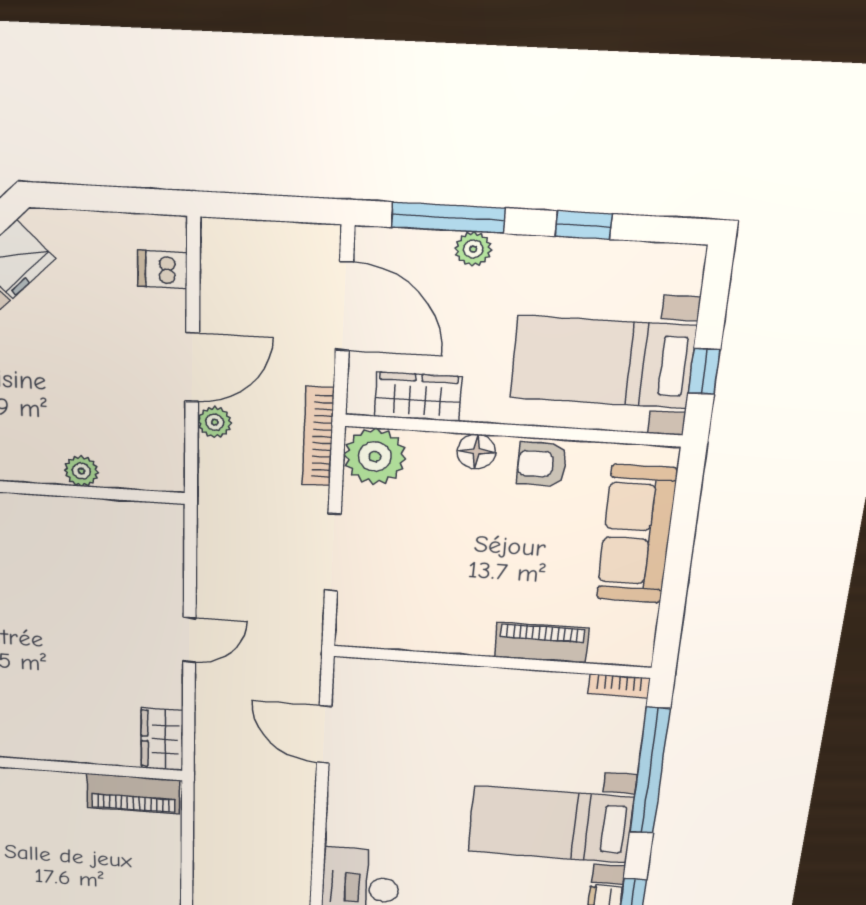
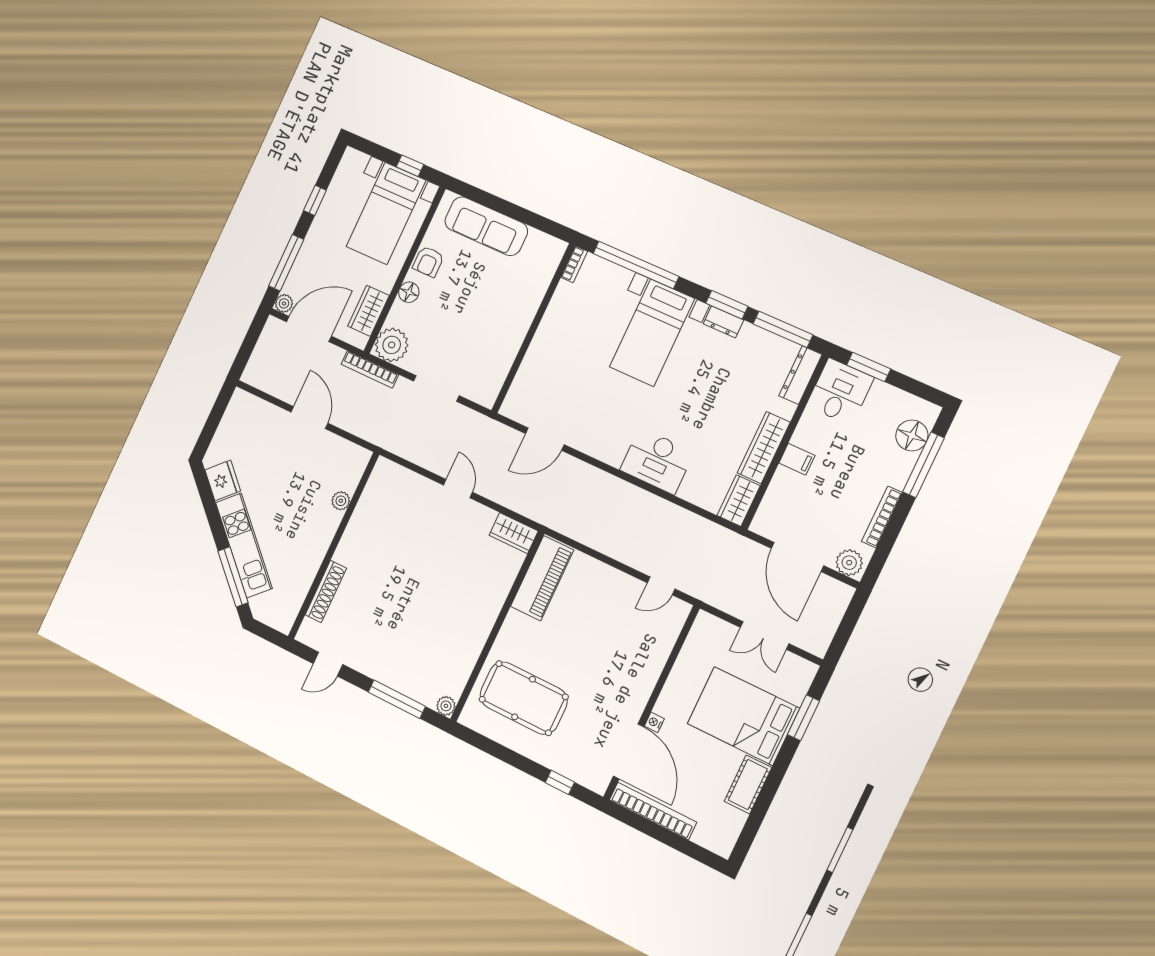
plant: (473, 249) -> (284, 303), moved
dishwasher: (162, 269) -> (256, 410), removed
plant: (215, 422) -> (342, 419), removed
piano: (542, 643) -> (532, 297), removed
piano: (133, 794) -> (542, 578), width x1.37, depth x1.33

